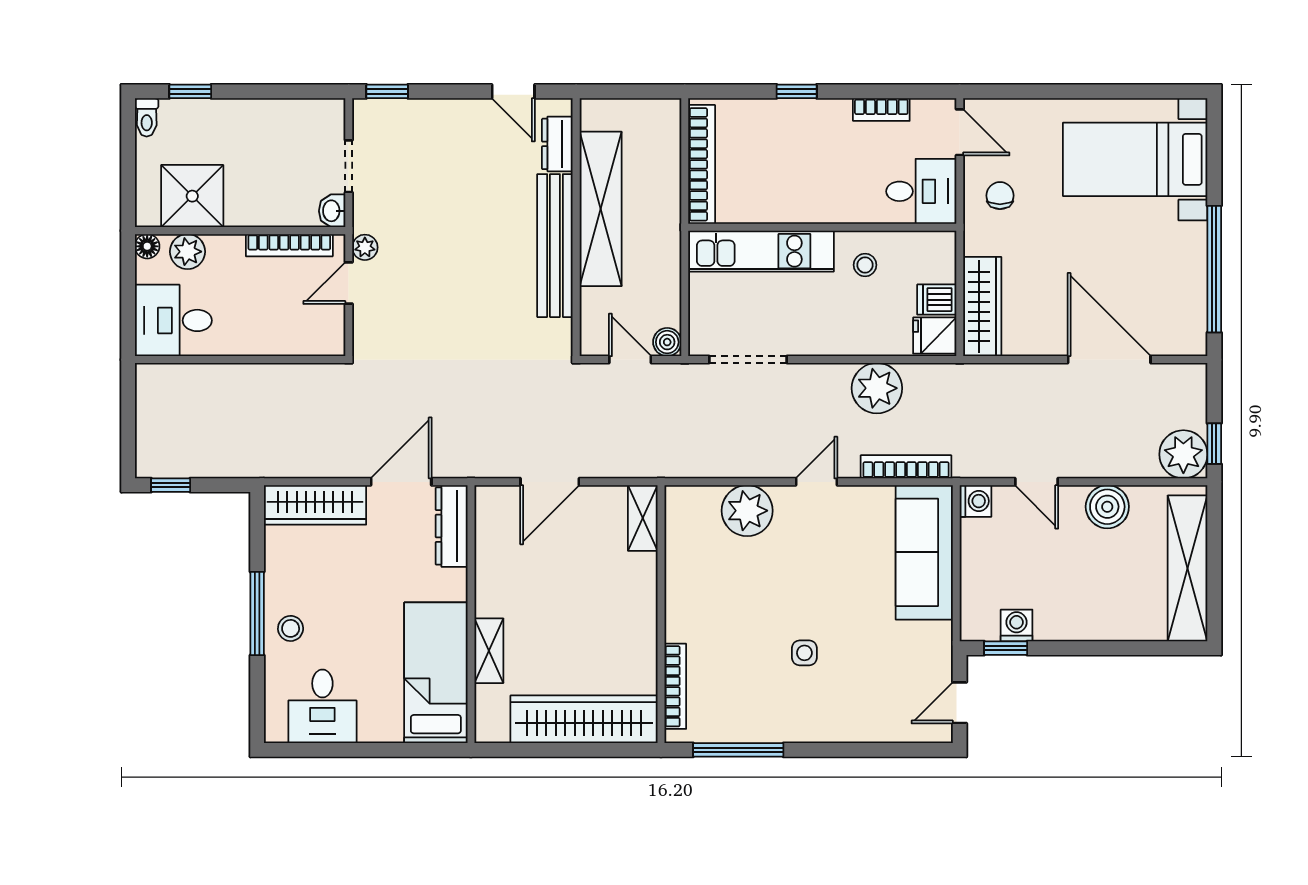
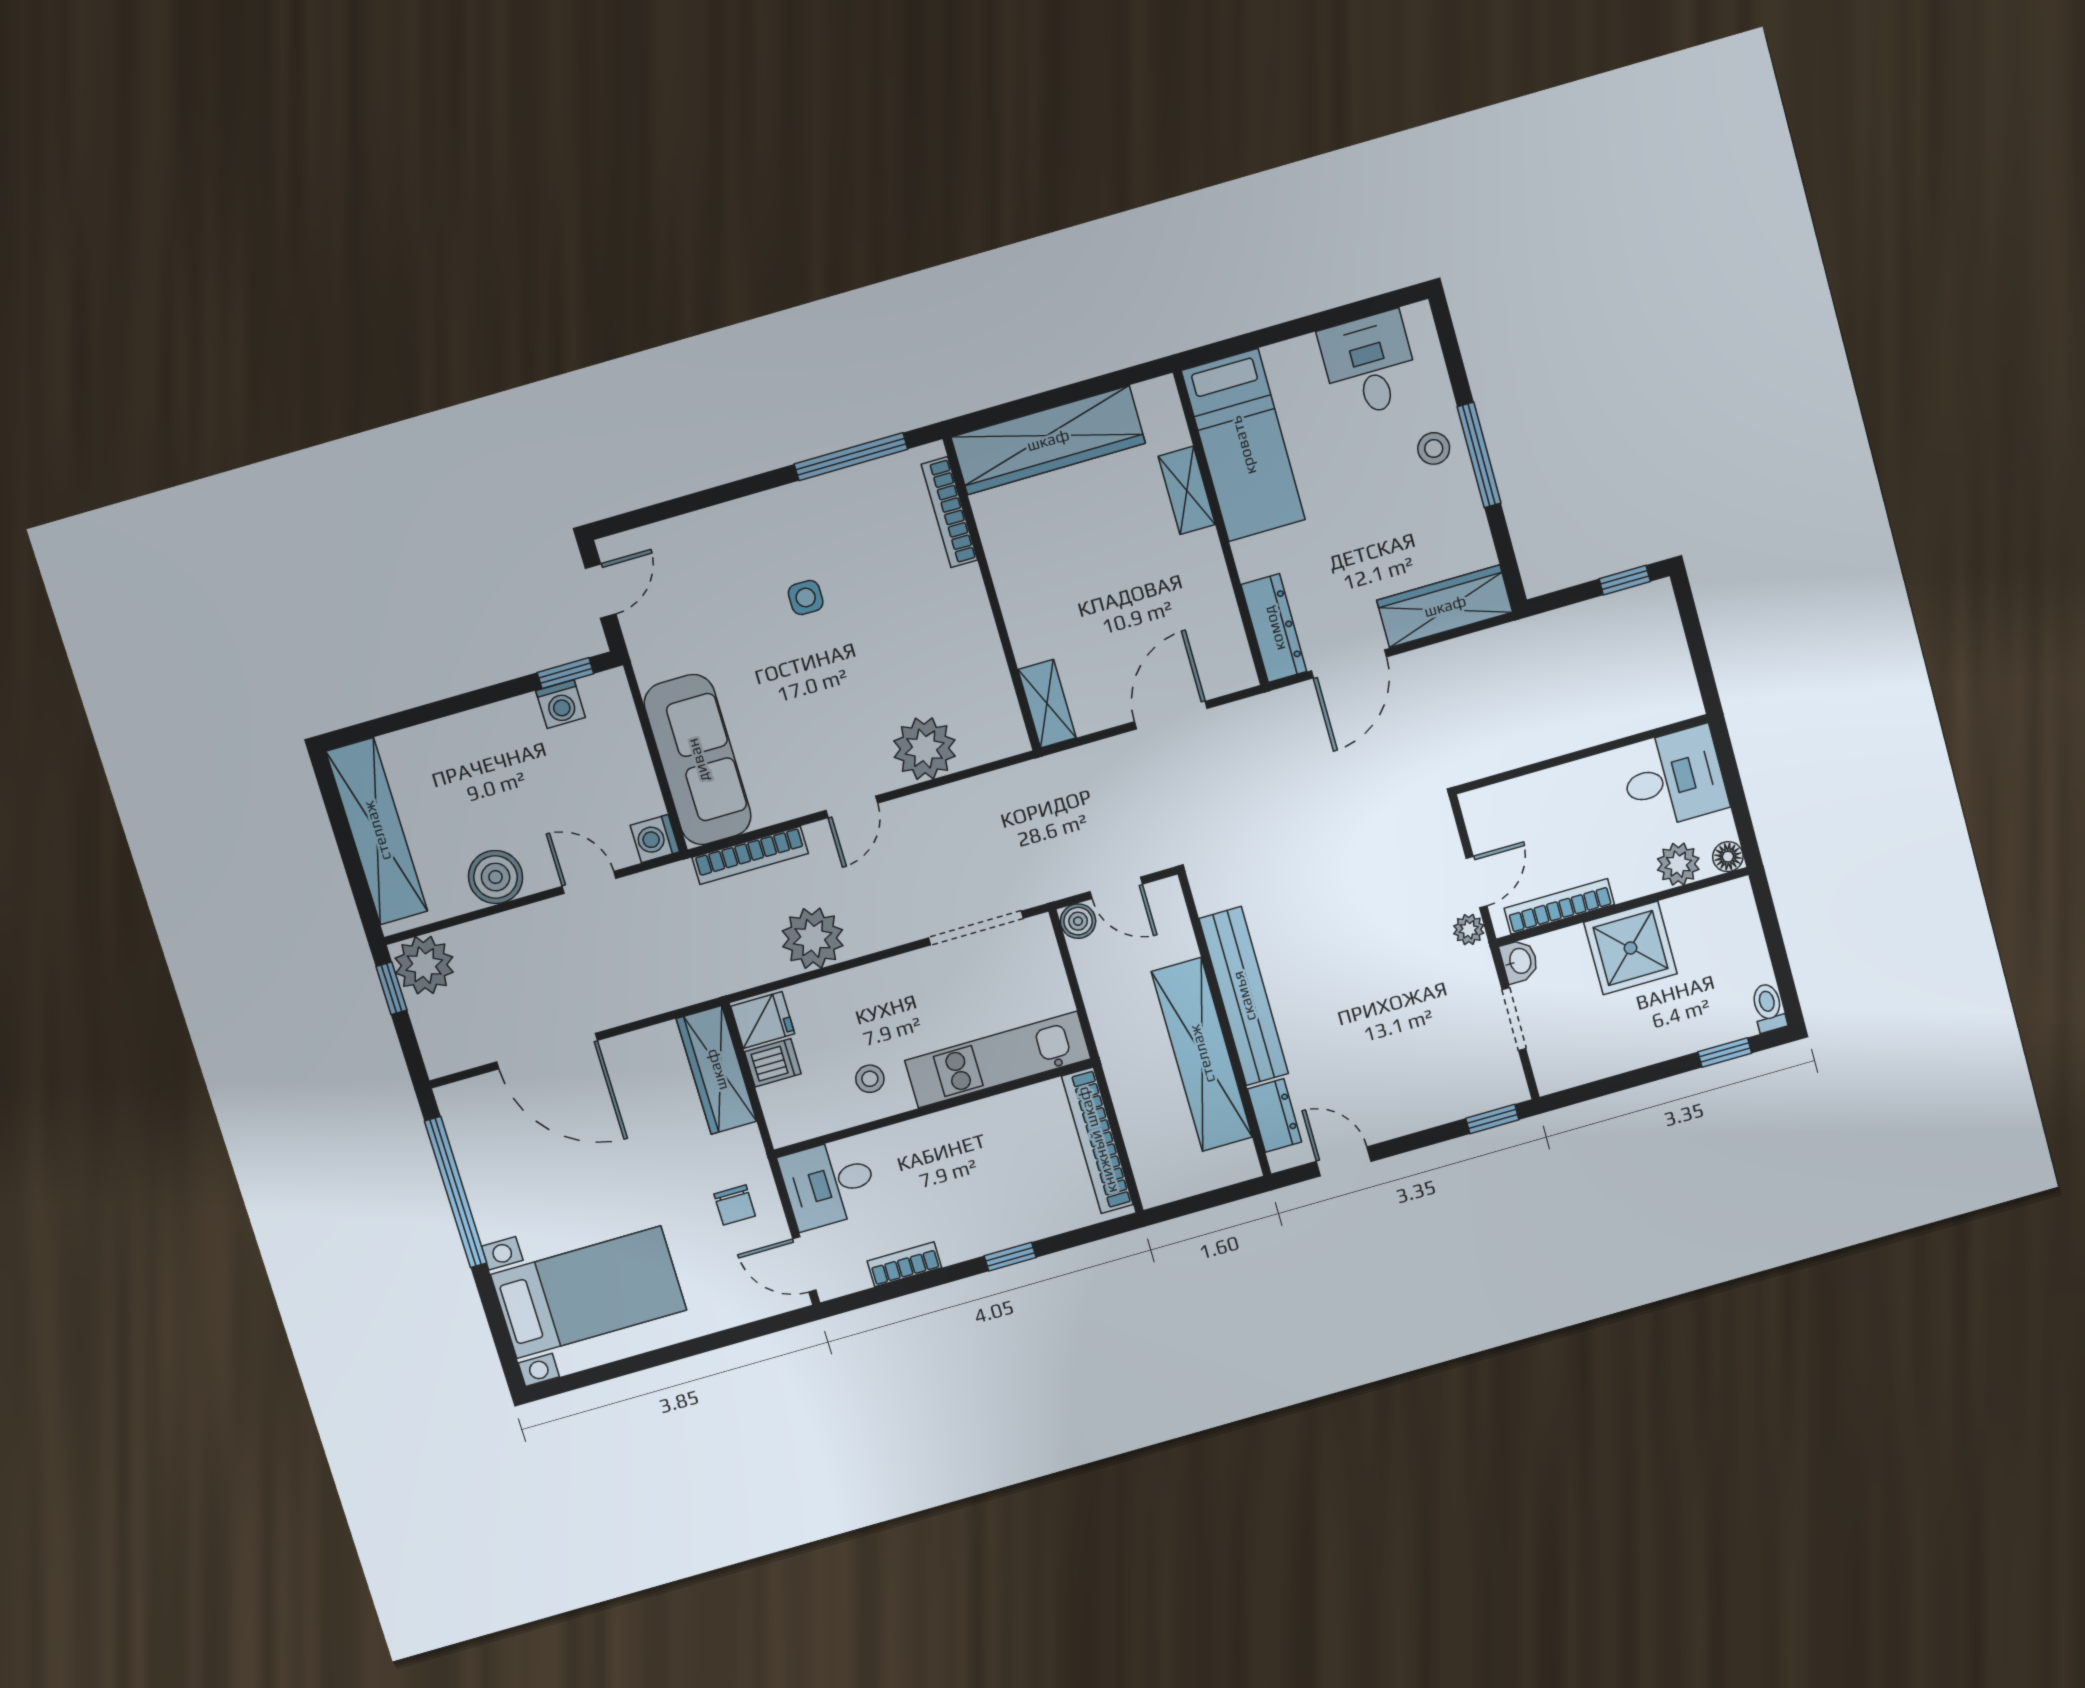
shower: (192, 196) -> (1630, 948), moved

